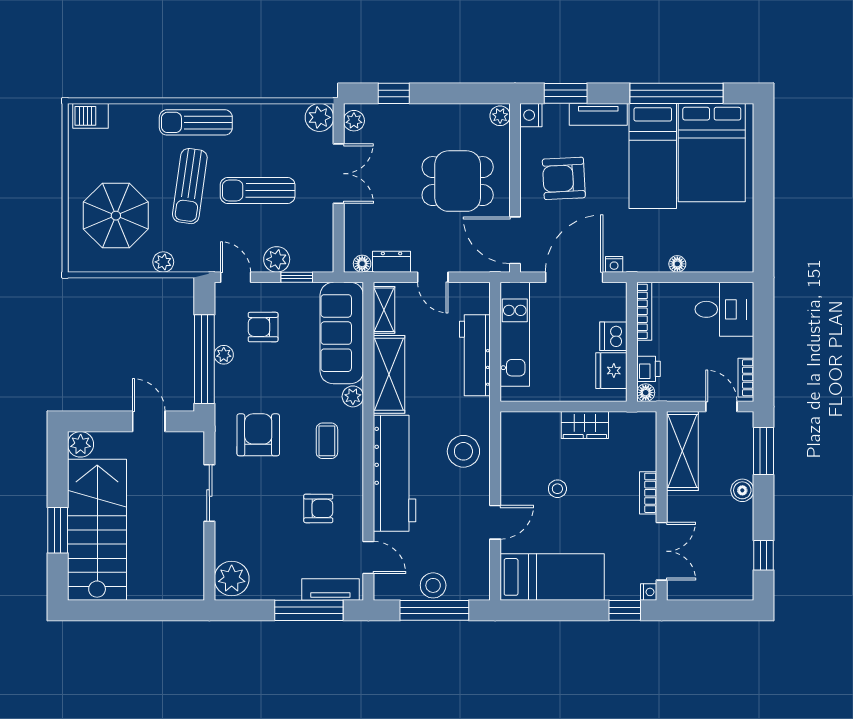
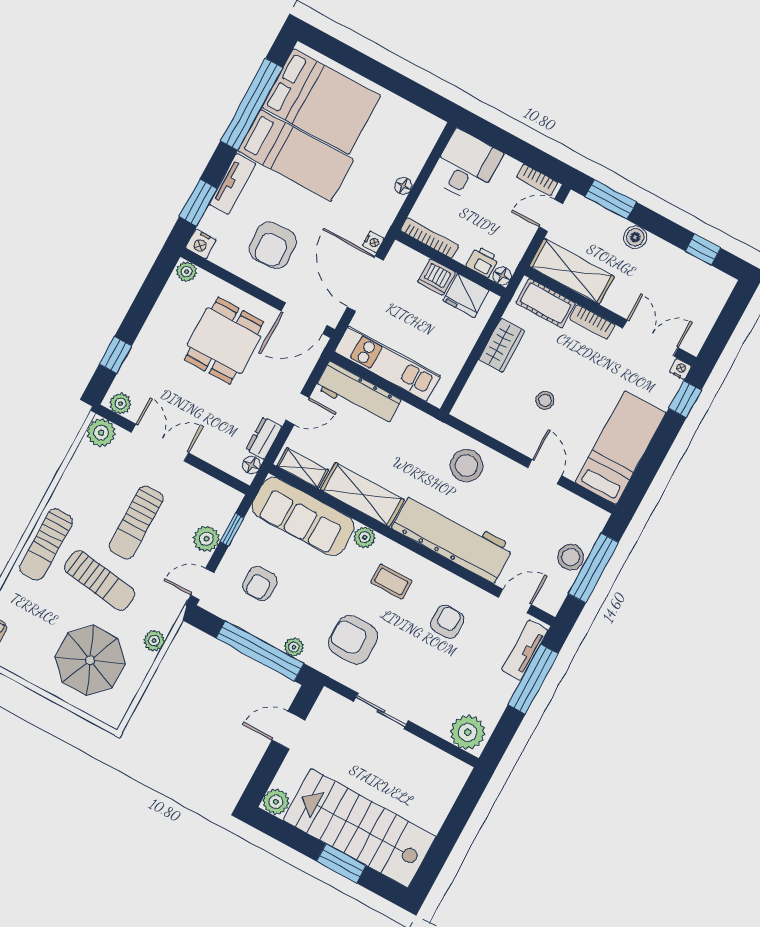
plant: (224, 355) -> (294, 647), moved
workbench: (475, 355) -> (358, 394), moved
cot: (642, 443) -> (546, 303), added

